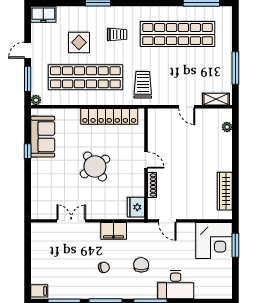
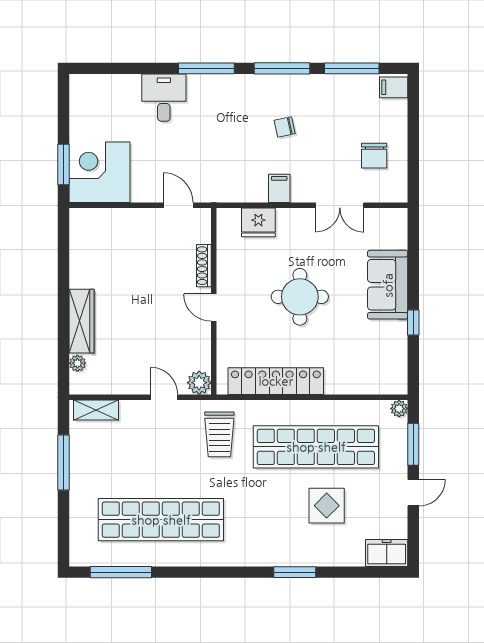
trolley: (117, 35) -> (262, 519), removed
door: (187, 107) -> (164, 397), moved
plant: (155, 115) -> (199, 383), added
sofa: (43, 137) -> (388, 285), moved
round table: (95, 166) -> (300, 297), turned 35
wardrobe: (225, 191) -> (81, 321), moved
fridge: (136, 207) -> (258, 222), moved, turned 90
filing cabinet: (114, 231) -> (279, 188), width x0.50
chair: (141, 265) -> (374, 156), moved
desk: (176, 285) -> (164, 98), width x0.73

